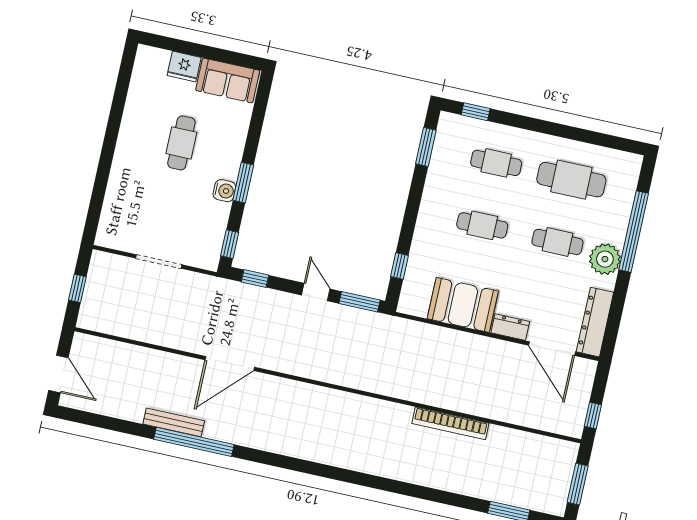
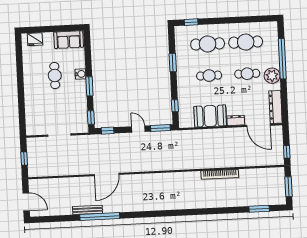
fridge: (184, 67) -> (35, 39), moved
window: (426, 147) -> (173, 63), moved
cafe table: (496, 163) -> (208, 44), width x1.37, depth x1.35
water cooler: (224, 191) -> (81, 74), moved

